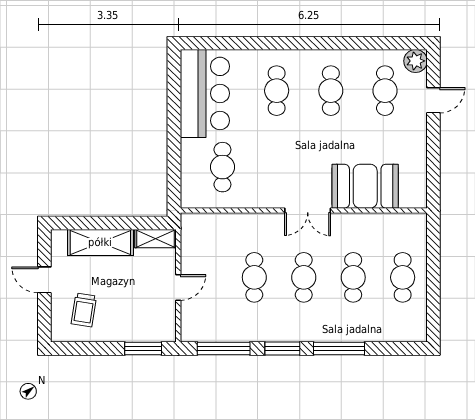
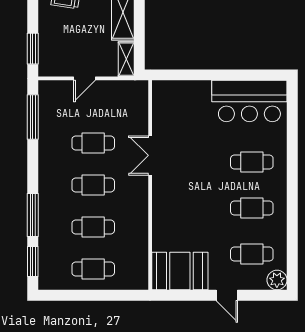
door: (433, 100) -> (227, 295), moved
cafe table: (222, 167) -> (187, 116), removed
booth: (365, 186) -> (180, 271), moved, turned 90
double door: (308, 210) -> (150, 155), moved
door: (178, 287) -> (85, 78), hinge flipped
window: (282, 349) -> (33, 262), moved

